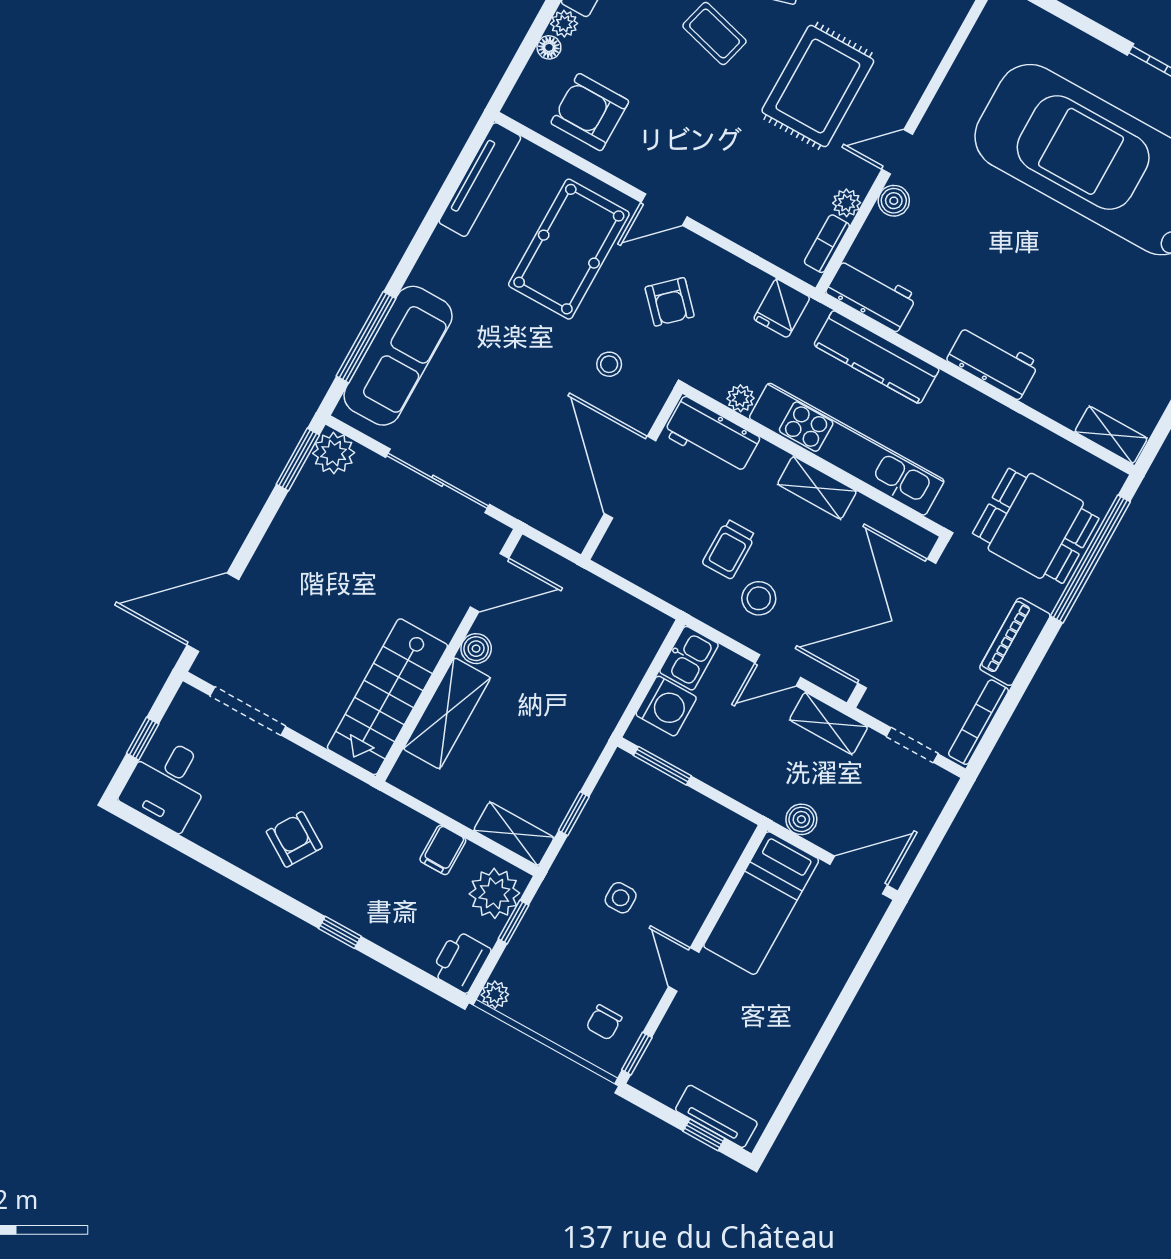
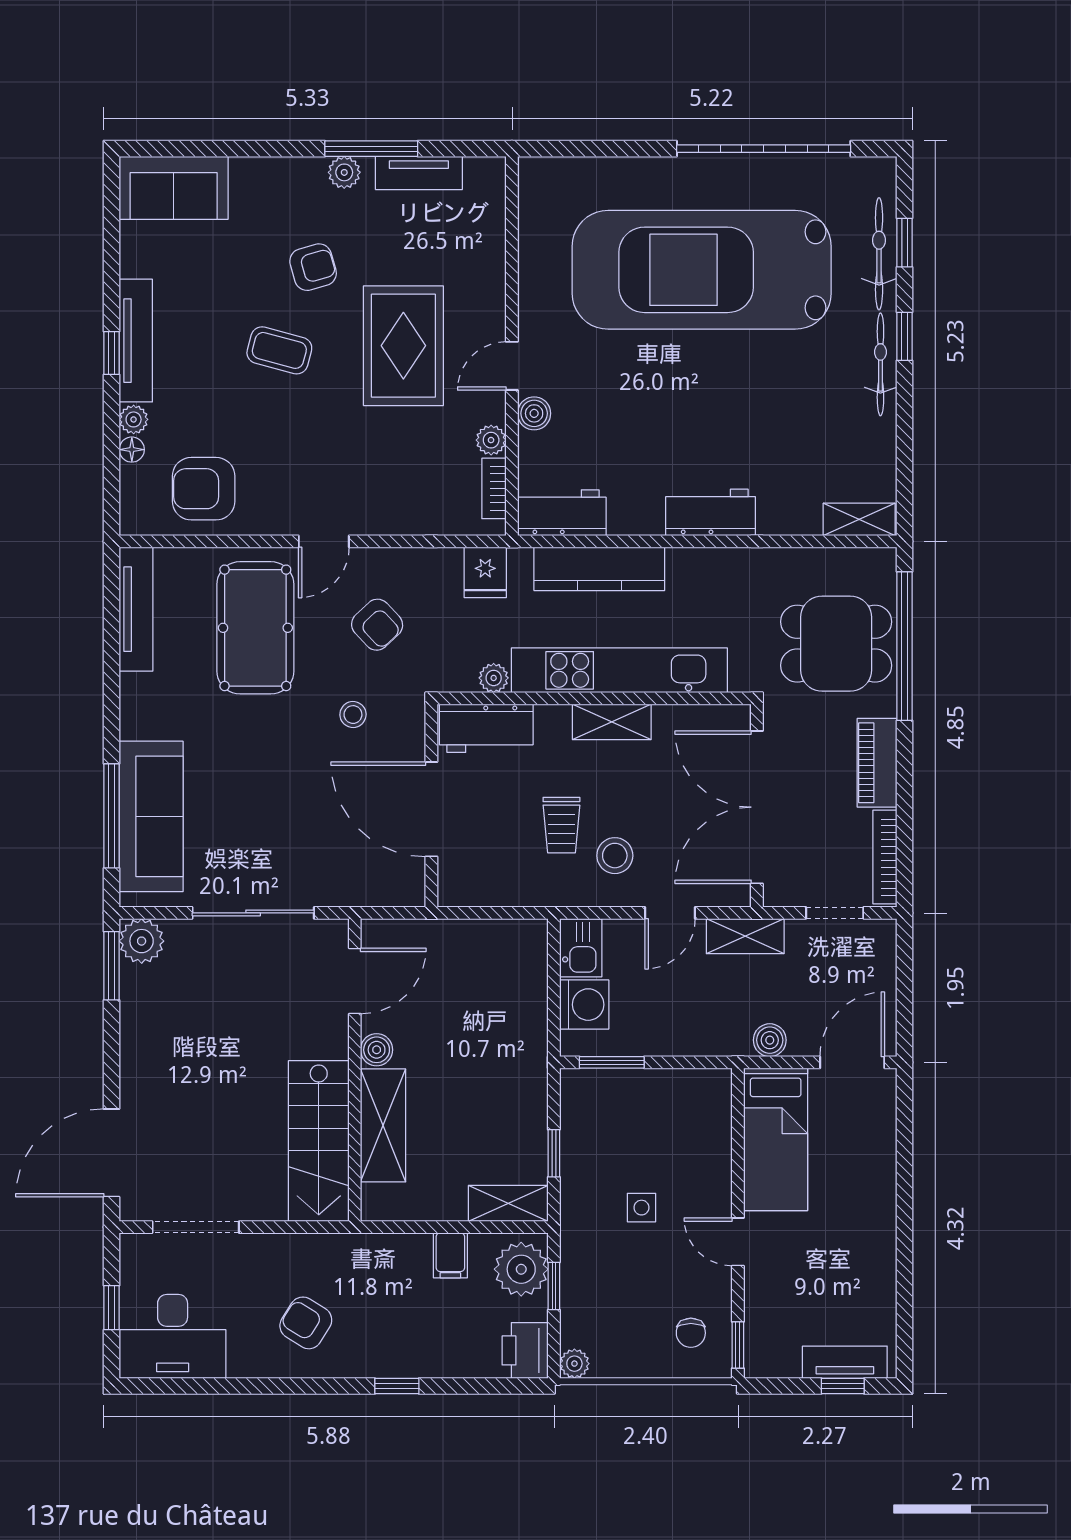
desk: (167, 783) -> (173, 1336), width x1.37

